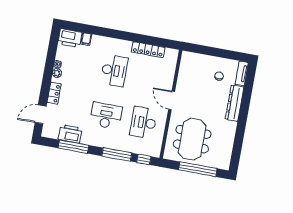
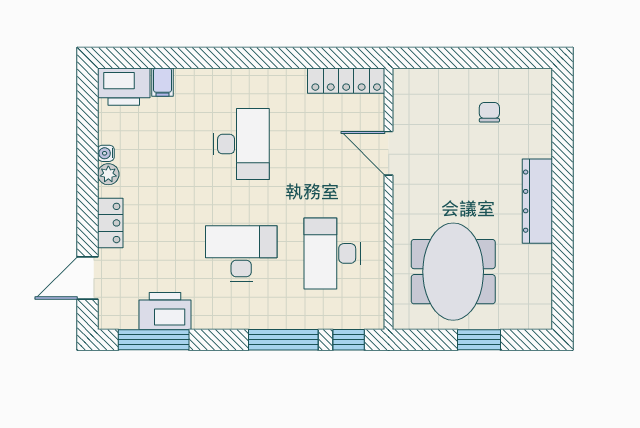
locker: (148, 50) -> (346, 81), moved
tv unit: (242, 73) -> (541, 97), removed
door: (172, 100) -> (389, 153), moved
dresser: (235, 103) -> (537, 201), moved
window: (73, 147) -> (154, 340), moved
window: (198, 169) -> (479, 340), width x0.47

